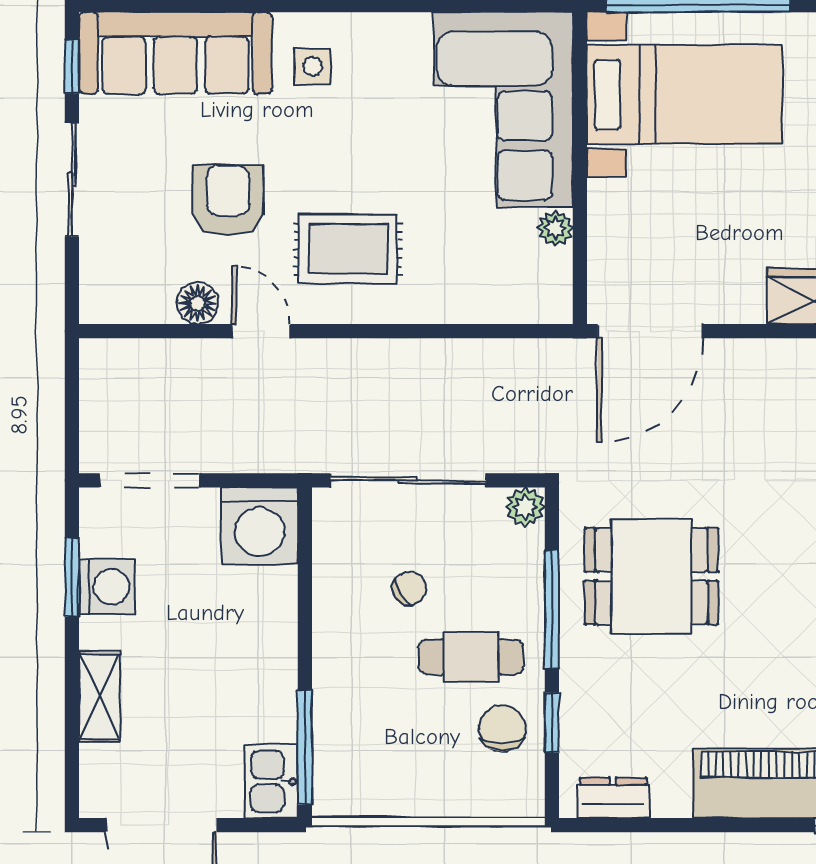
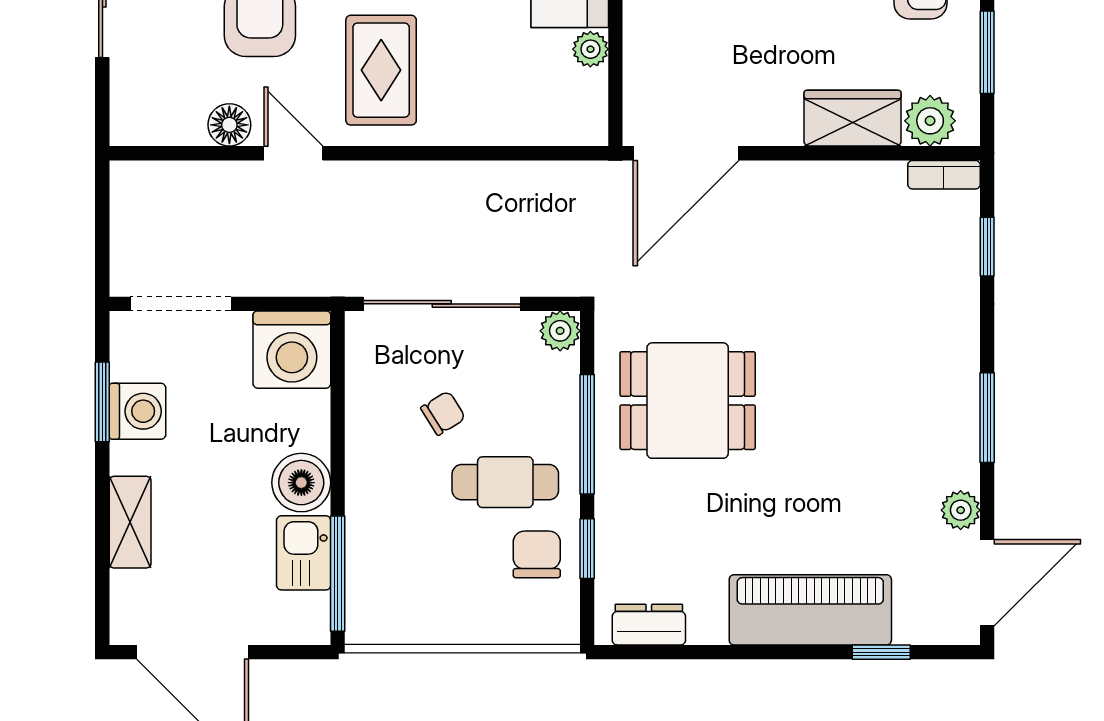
rug: (348, 249) -> (381, 70), turned 90
boiler: (269, 657) -> (301, 483), added
kitchen sink: (271, 781) -> (304, 553), moved

